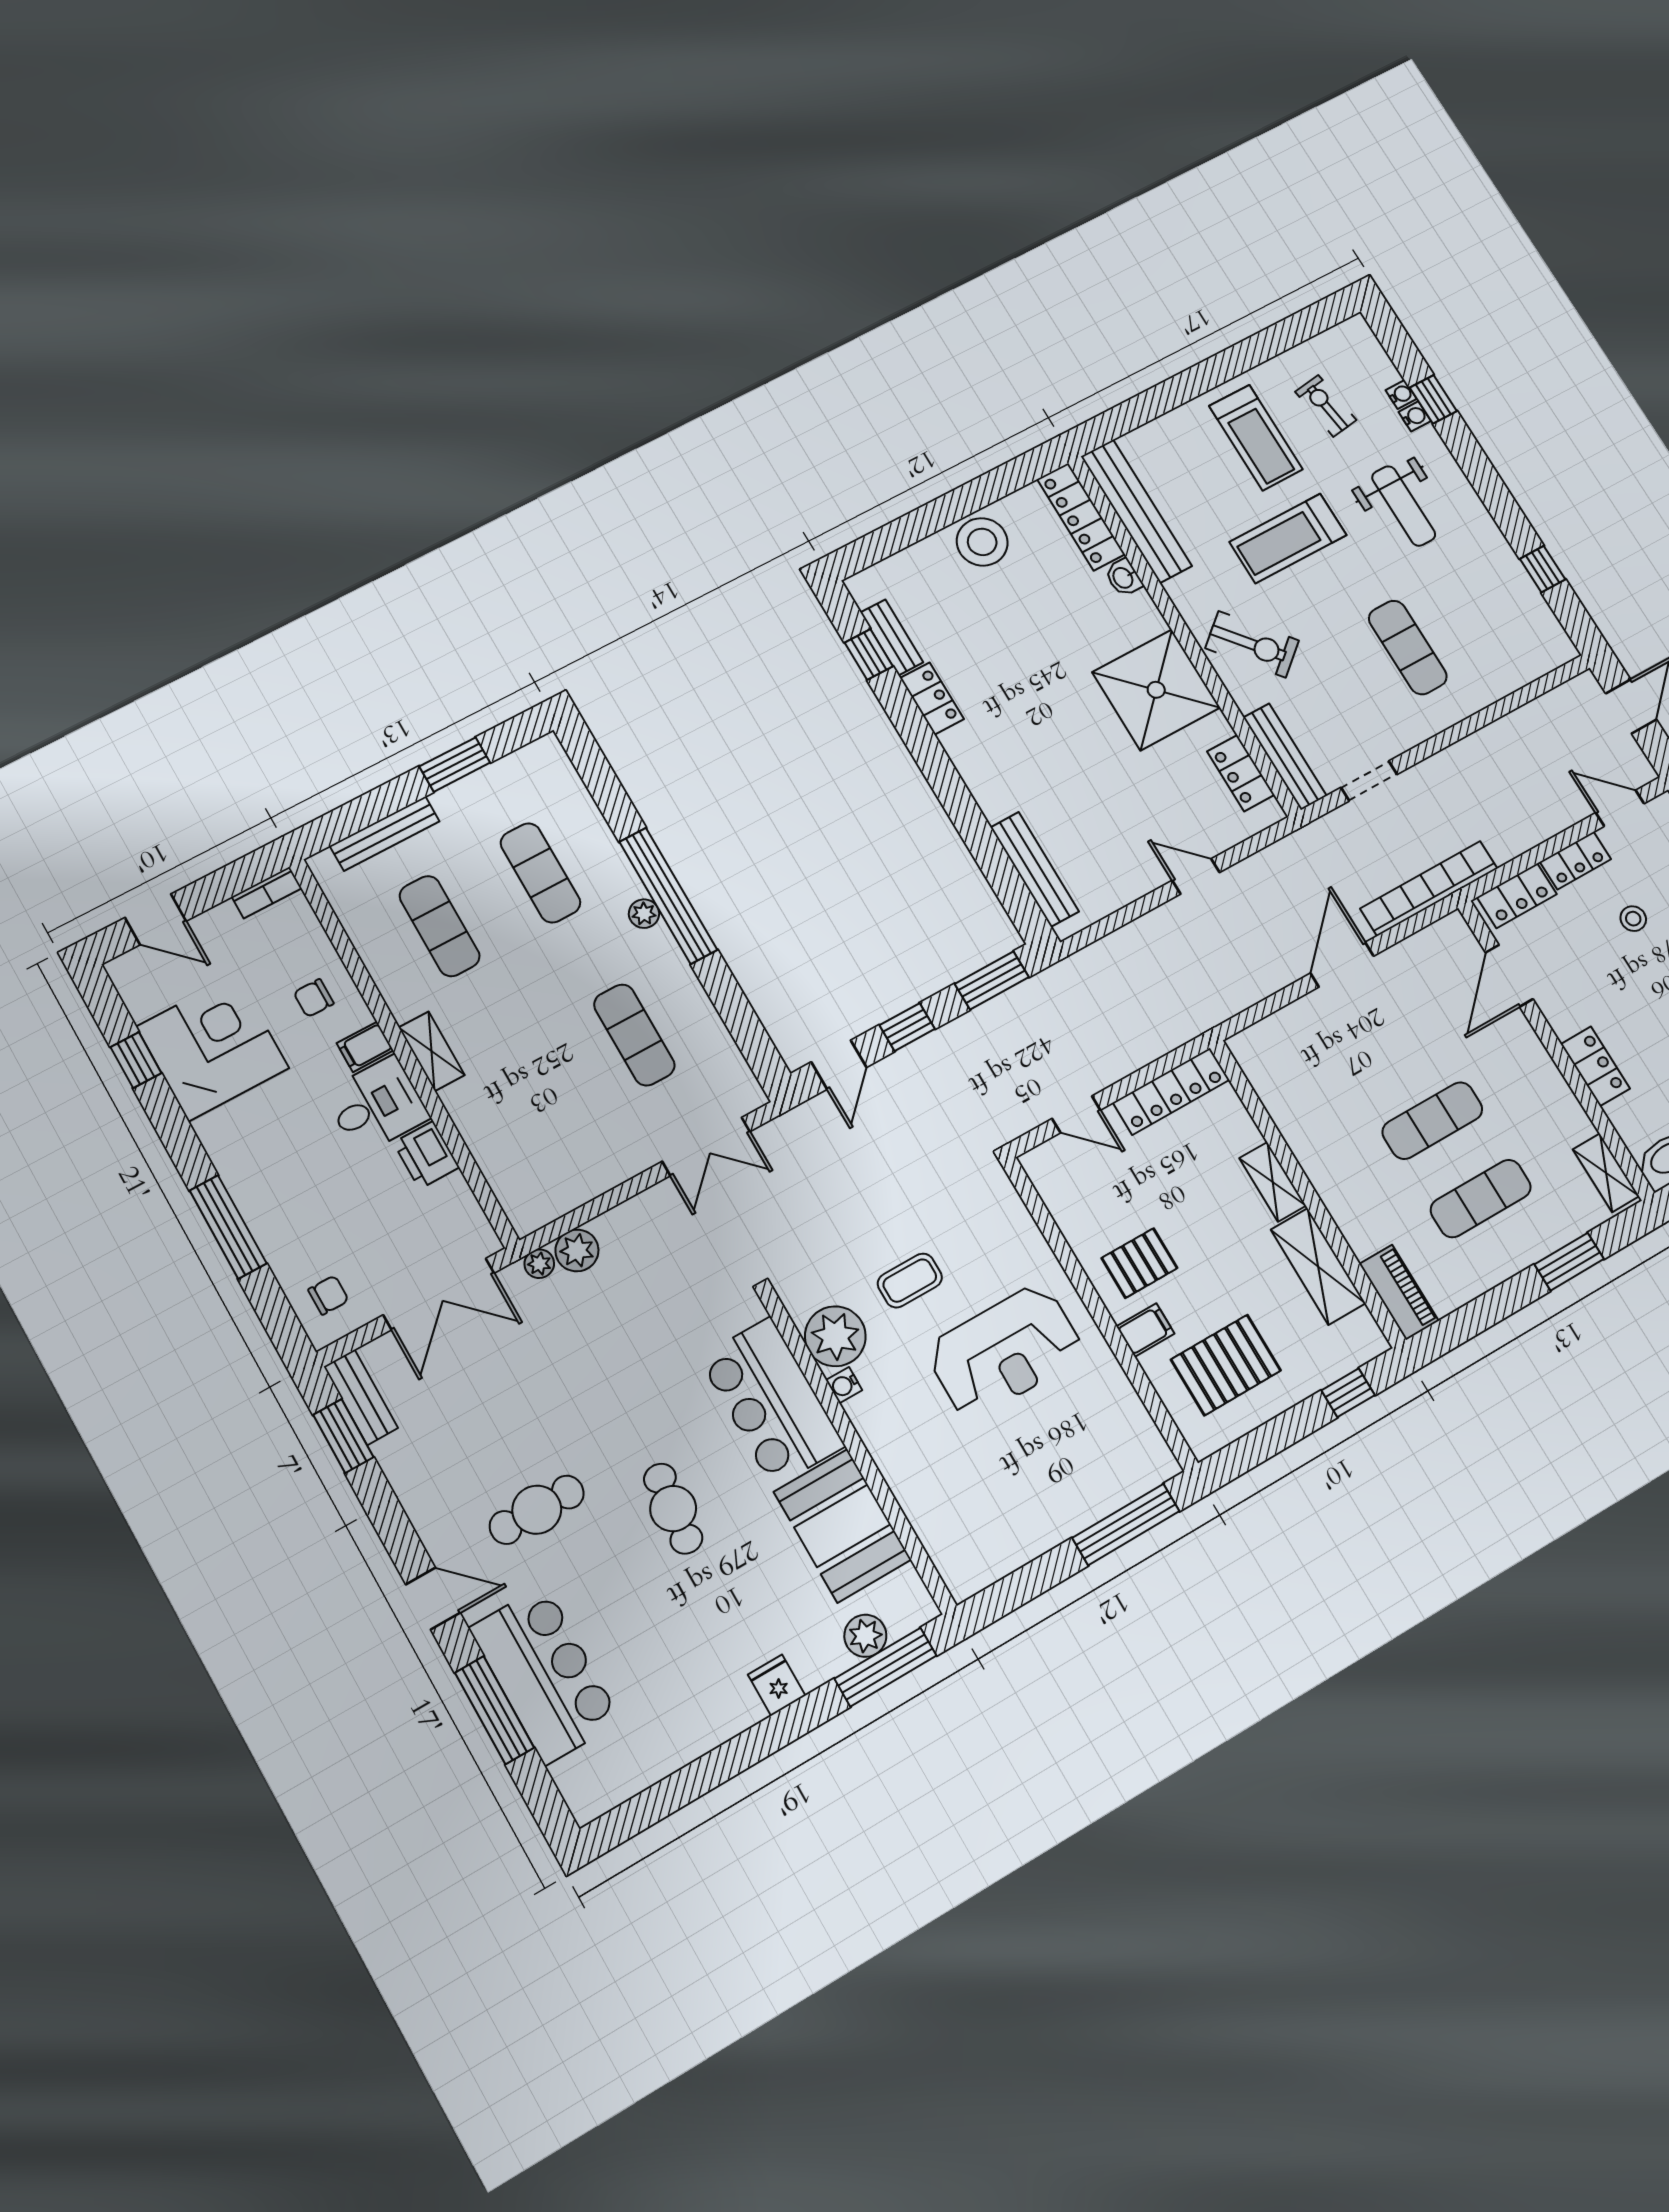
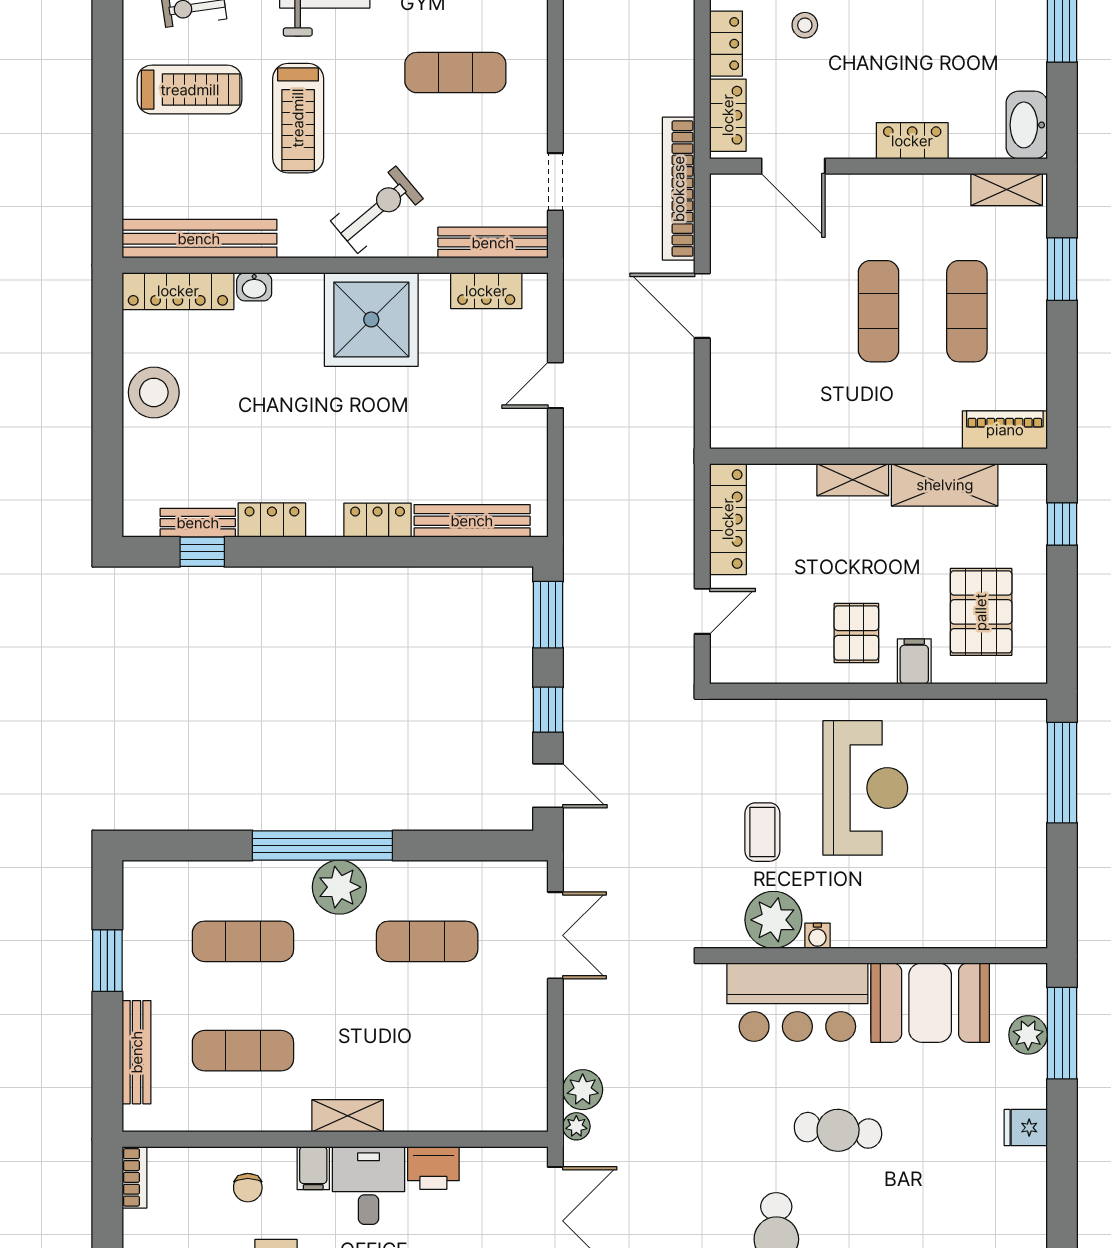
locker: (986, 788) -> (378, 520), added
plant: (644, 914) -> (339, 887), width x1.88, depth x1.88

